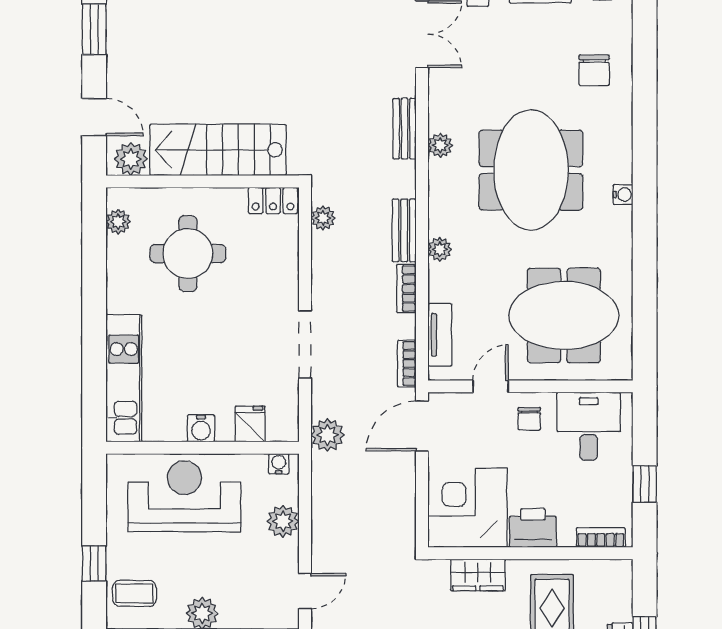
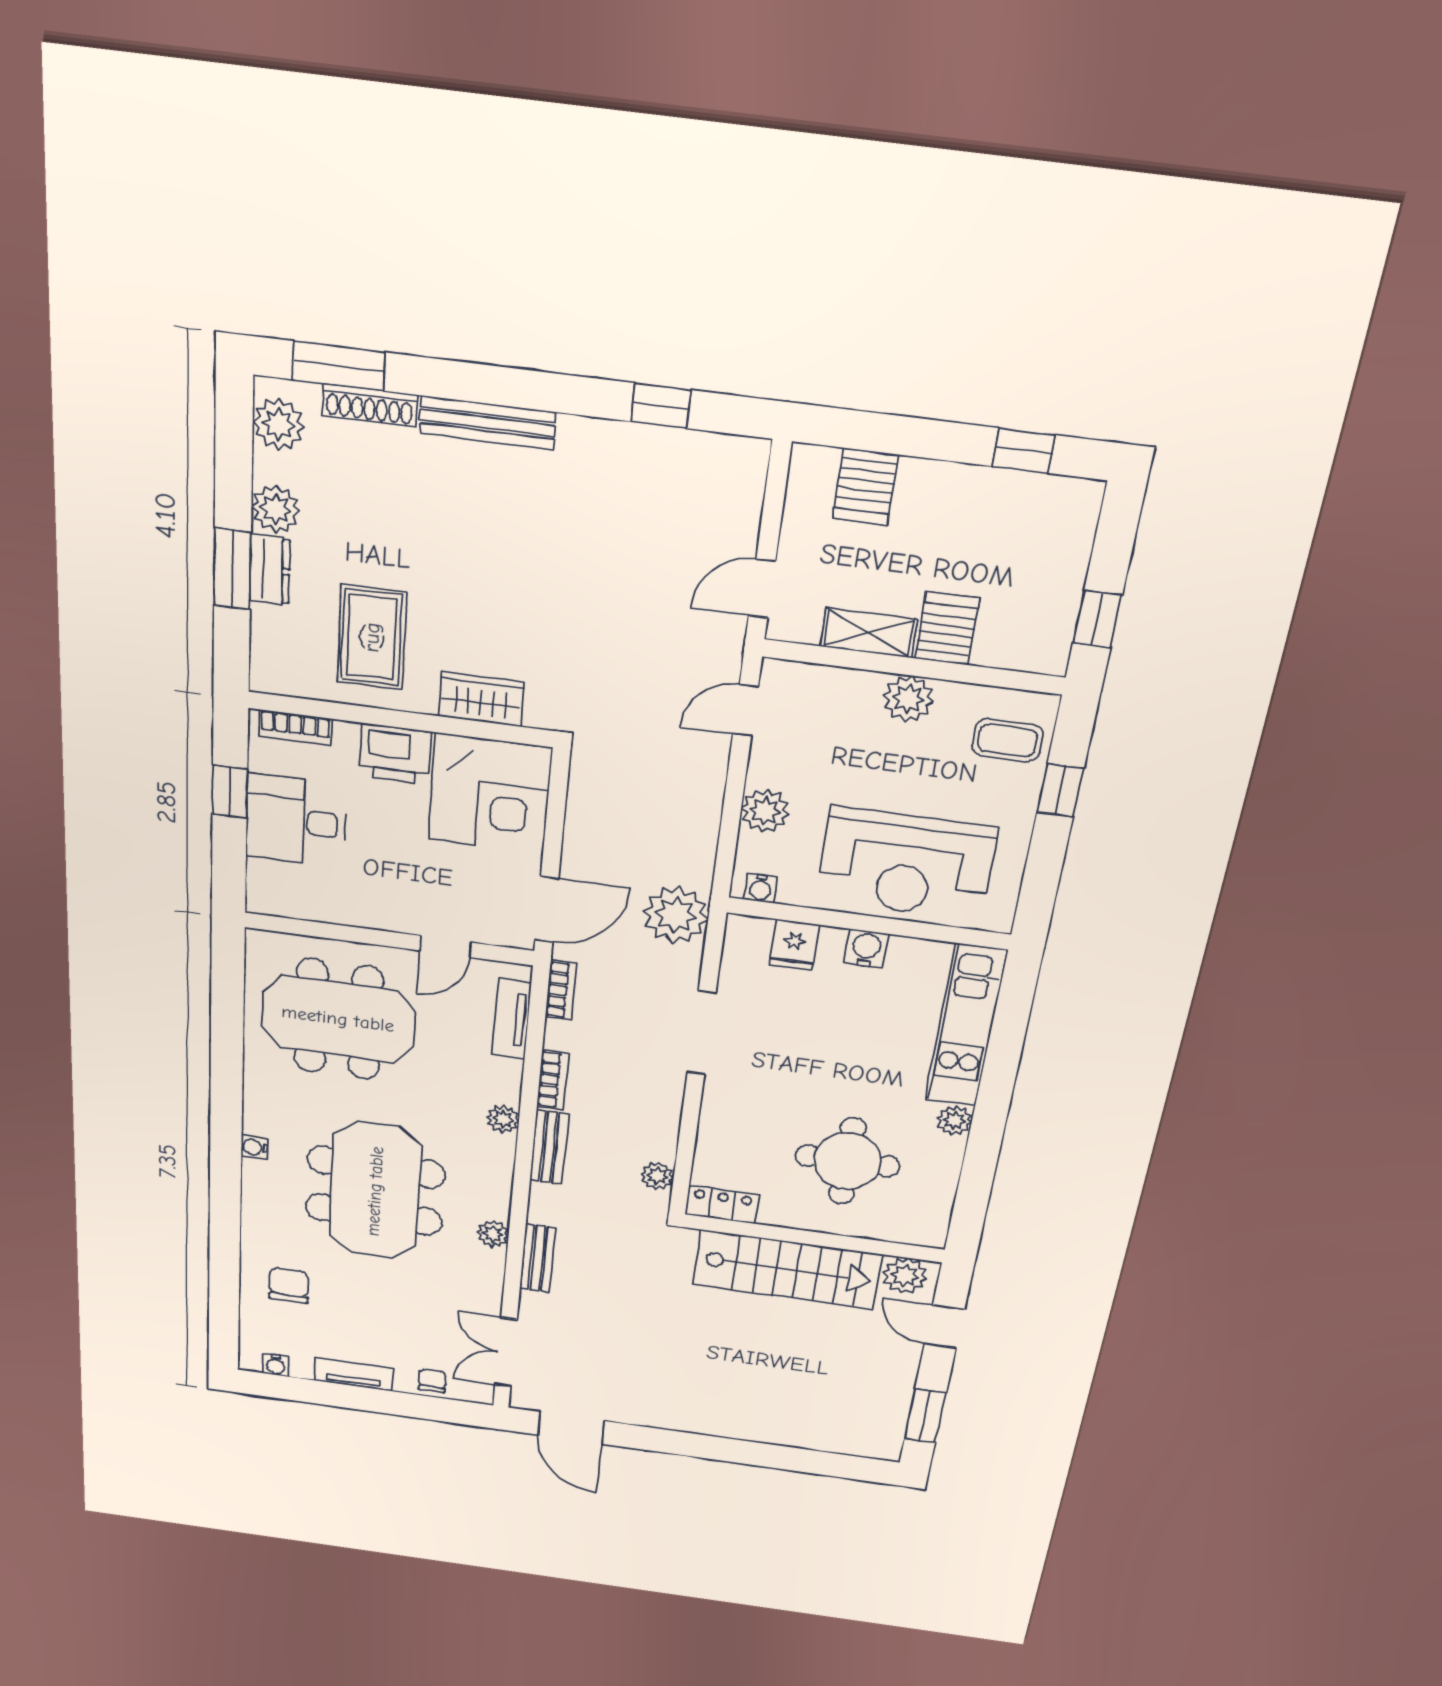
plant: (118, 222) -> (954, 1120), moved
chair: (529, 419) -> (393, 898), removed
desk: (589, 426) -> (296, 821), moved, turned 90
plant: (327, 435) -> (676, 915), width x1.36, depth x1.36

